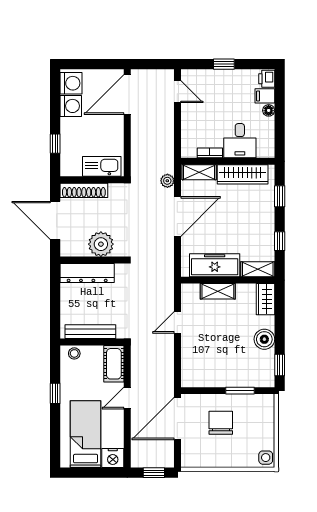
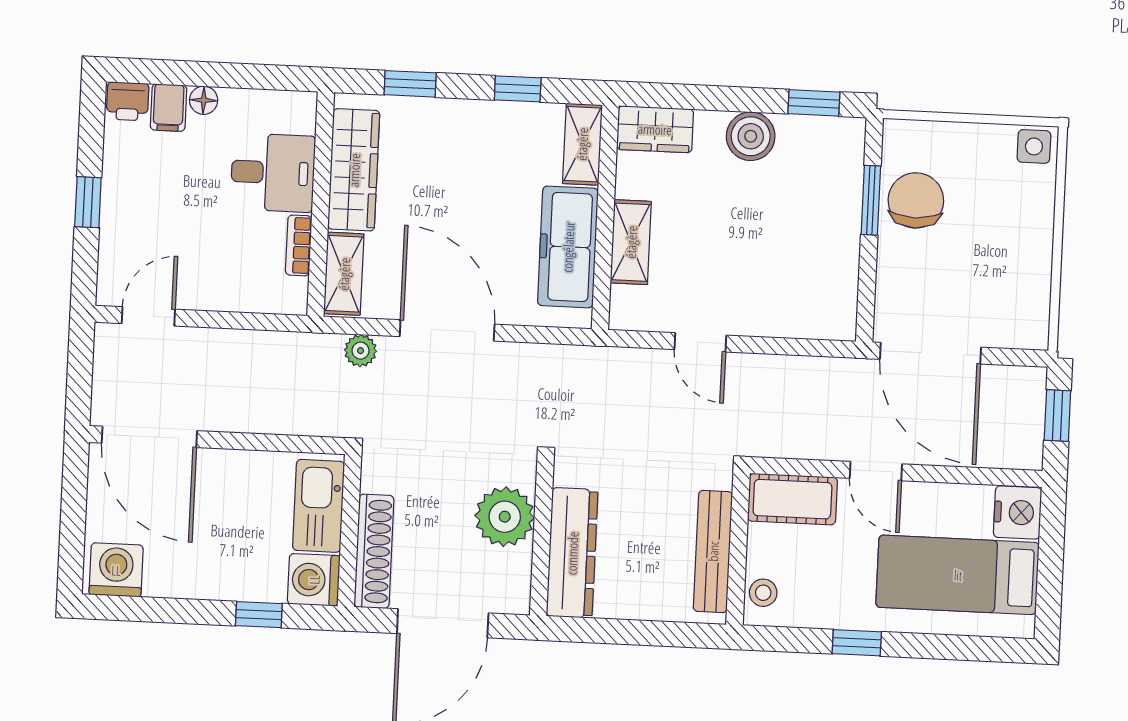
washing machine: (71, 106) -> (314, 580), moved, turned -90
chair: (221, 423) -> (916, 200), moved, turned 90

